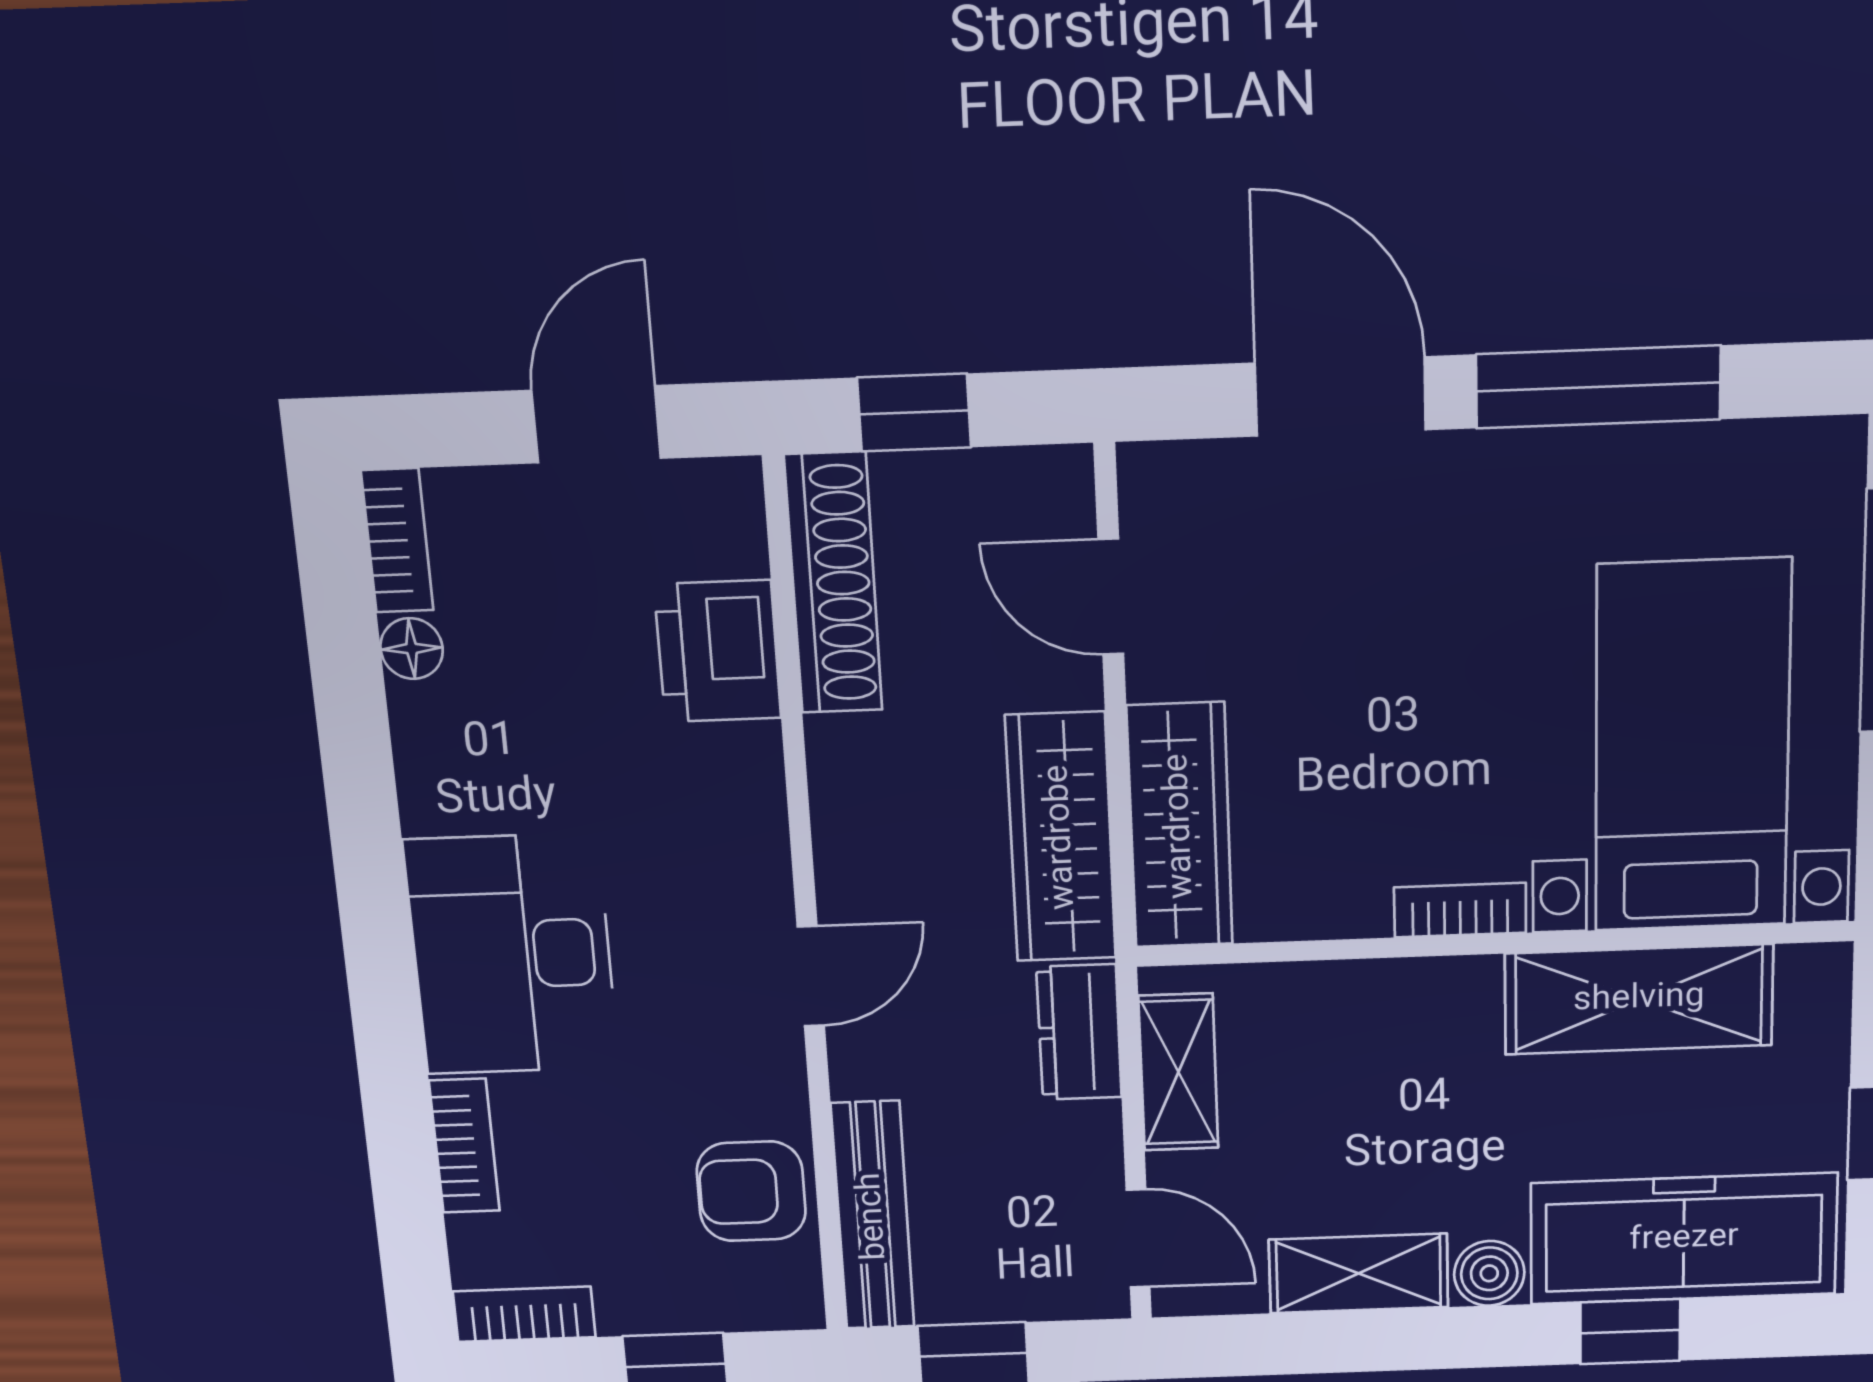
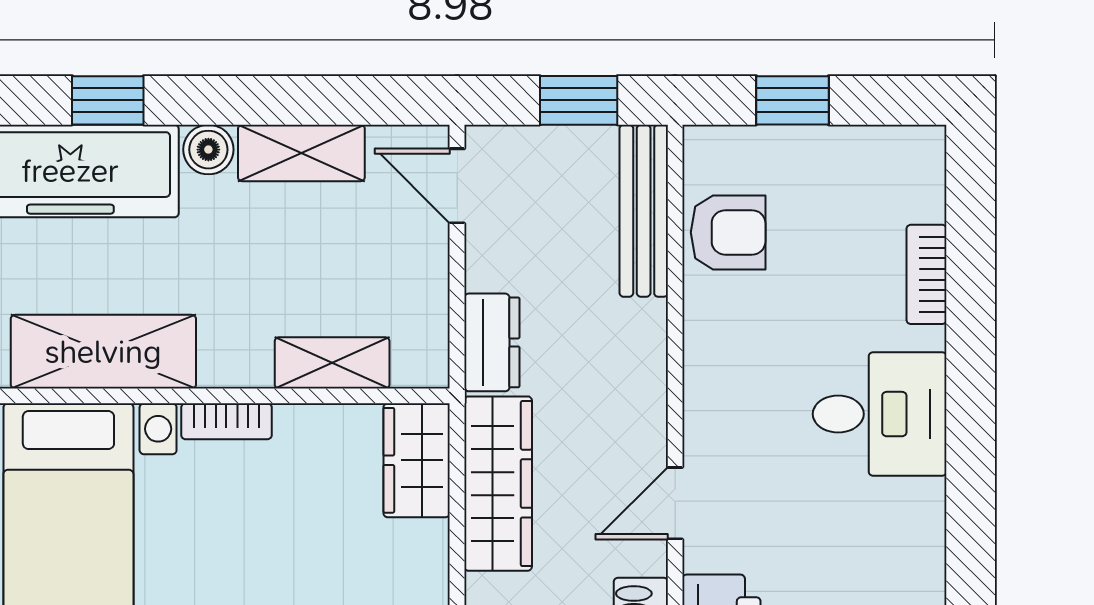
wardrobe: (1180, 826) -> (417, 460), width x0.67
desk: (512, 954) -> (880, 414), width x0.73
door: (811, 976) -> (675, 503), moved
shelving: (1178, 1072) -> (332, 363), moved, turned 90
bookcase: (524, 1314) -> (897, 144), removed

